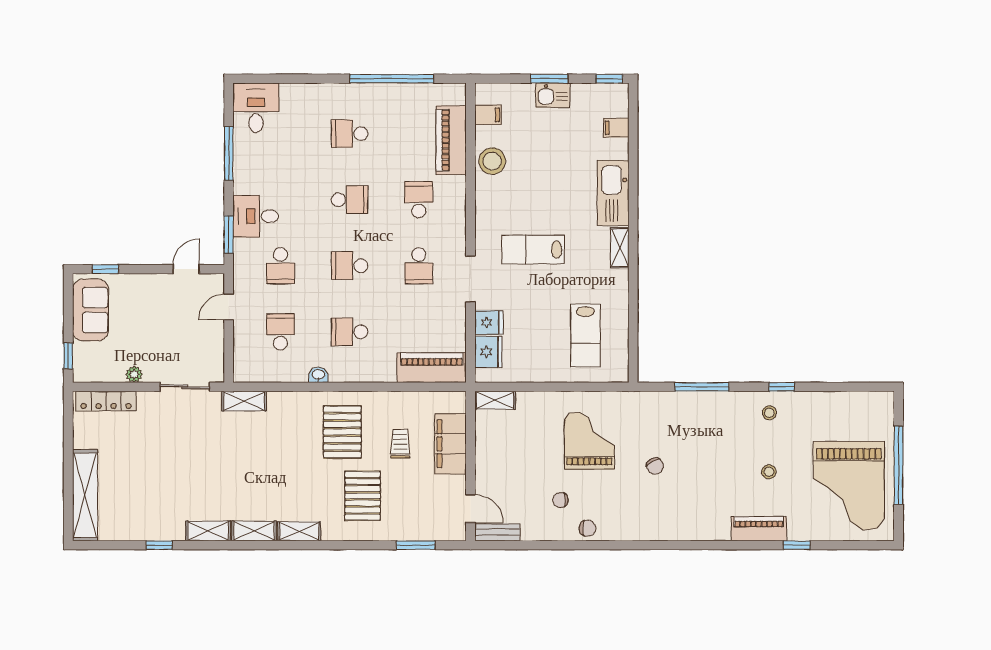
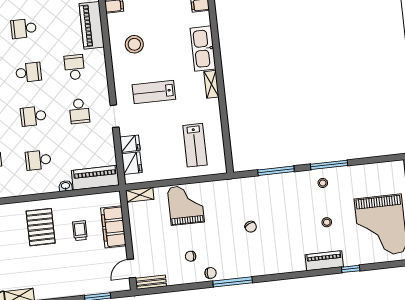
stool: (492, 161) -> (134, 44), moved
doorway: (471, 279) -> (115, 116), width x0.73
washbasin: (318, 375) -> (65, 186), moved
window: (782, 387) -> (329, 165), width x2.17
grand piano: (589, 441) -> (186, 205), moved
pallet: (363, 496) -> (59, 268), removed
door: (471, 509) -> (131, 269), swing flipped
window: (619, 545) -> (233, 282), added

